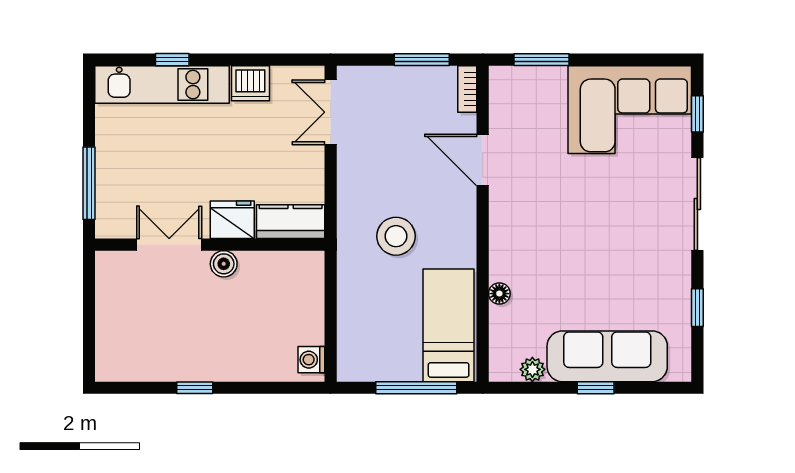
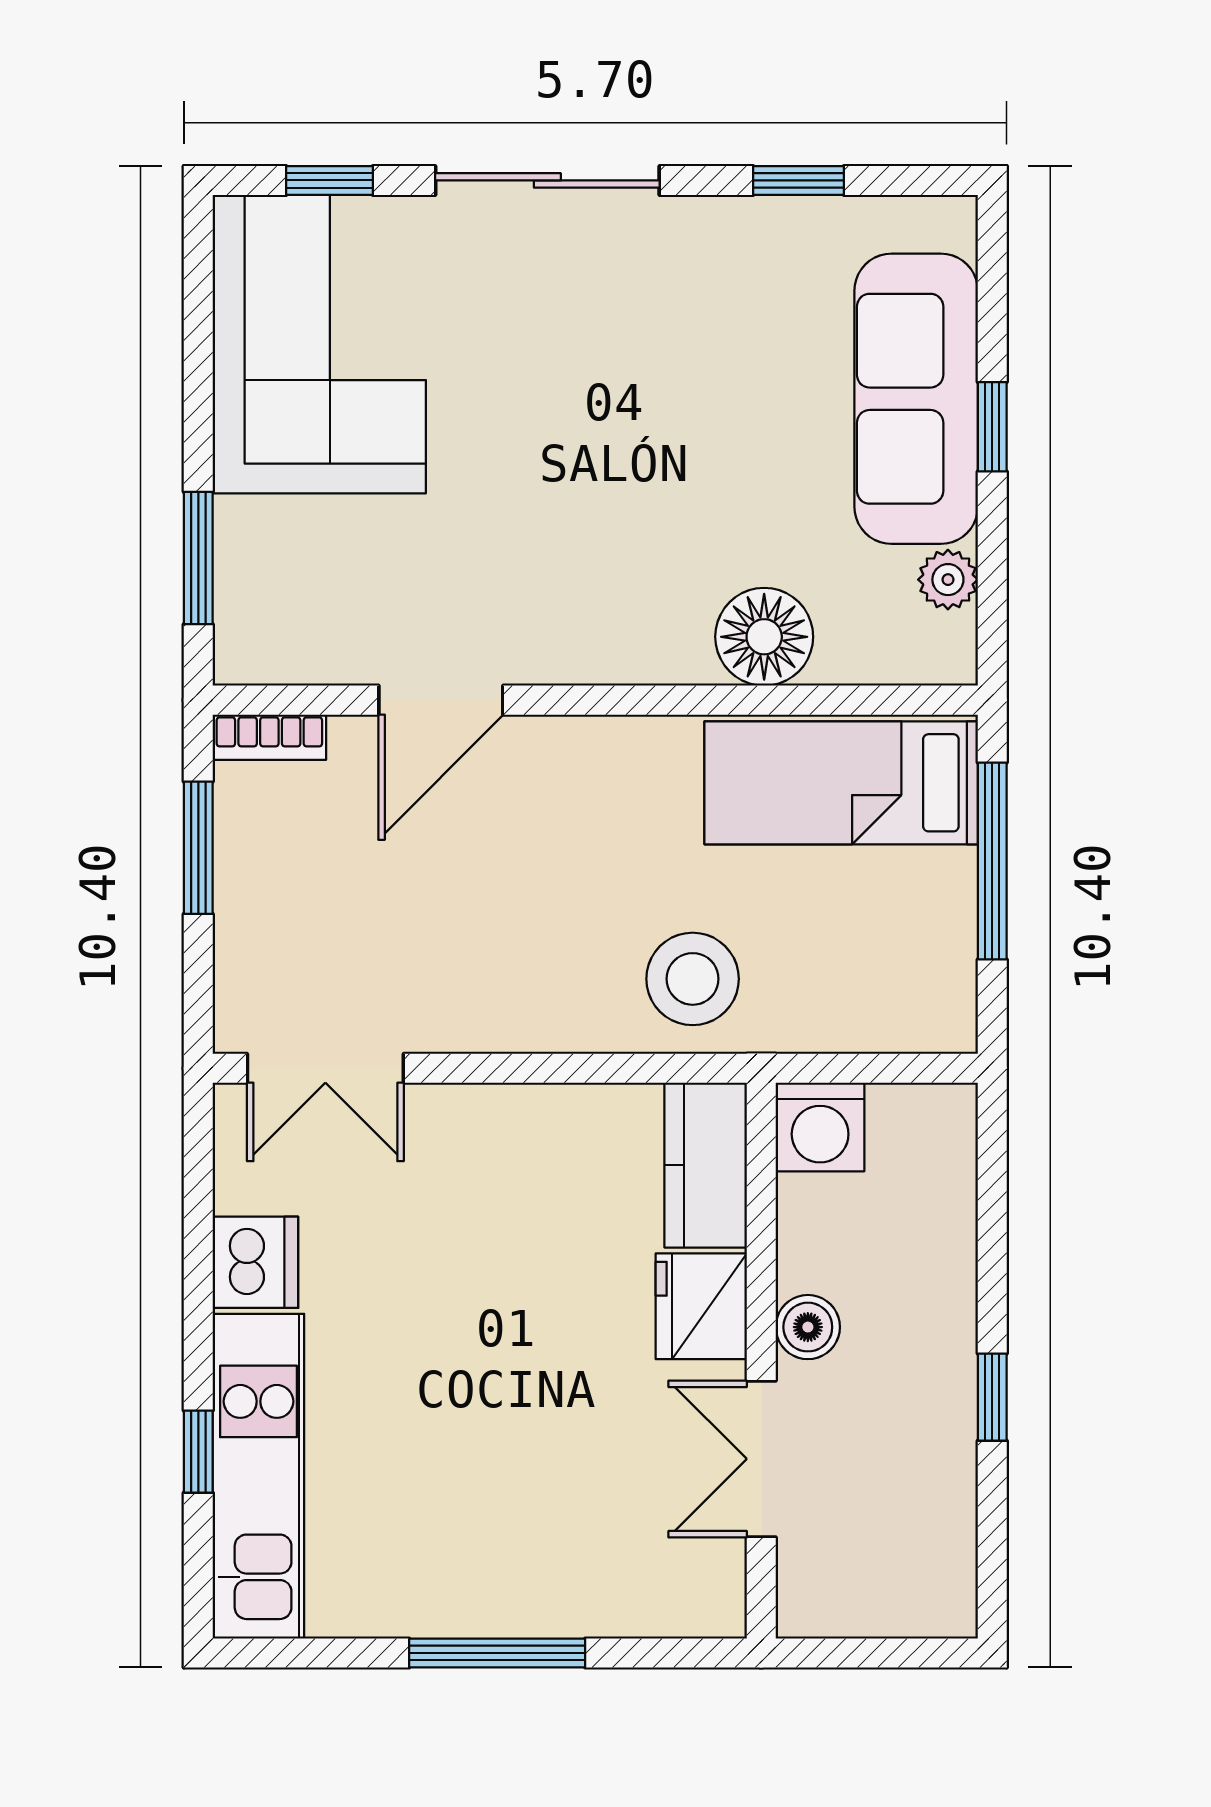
fridge: (232, 220) -> (701, 1306), moved
kitchen counter: (291, 222) -> (706, 1165), moved
stool: (396, 236) -> (693, 979), moved
double door: (169, 245) -> (761, 1459), moved
wall: (210, 245) -> (761, 1361), moved
boiler: (224, 264) -> (808, 1327), moved
floor lamp: (499, 294) -> (764, 637), width x1.89, depth x1.89
washing machine: (311, 360) -> (820, 1127), moved, width x1.38, depth x1.38

